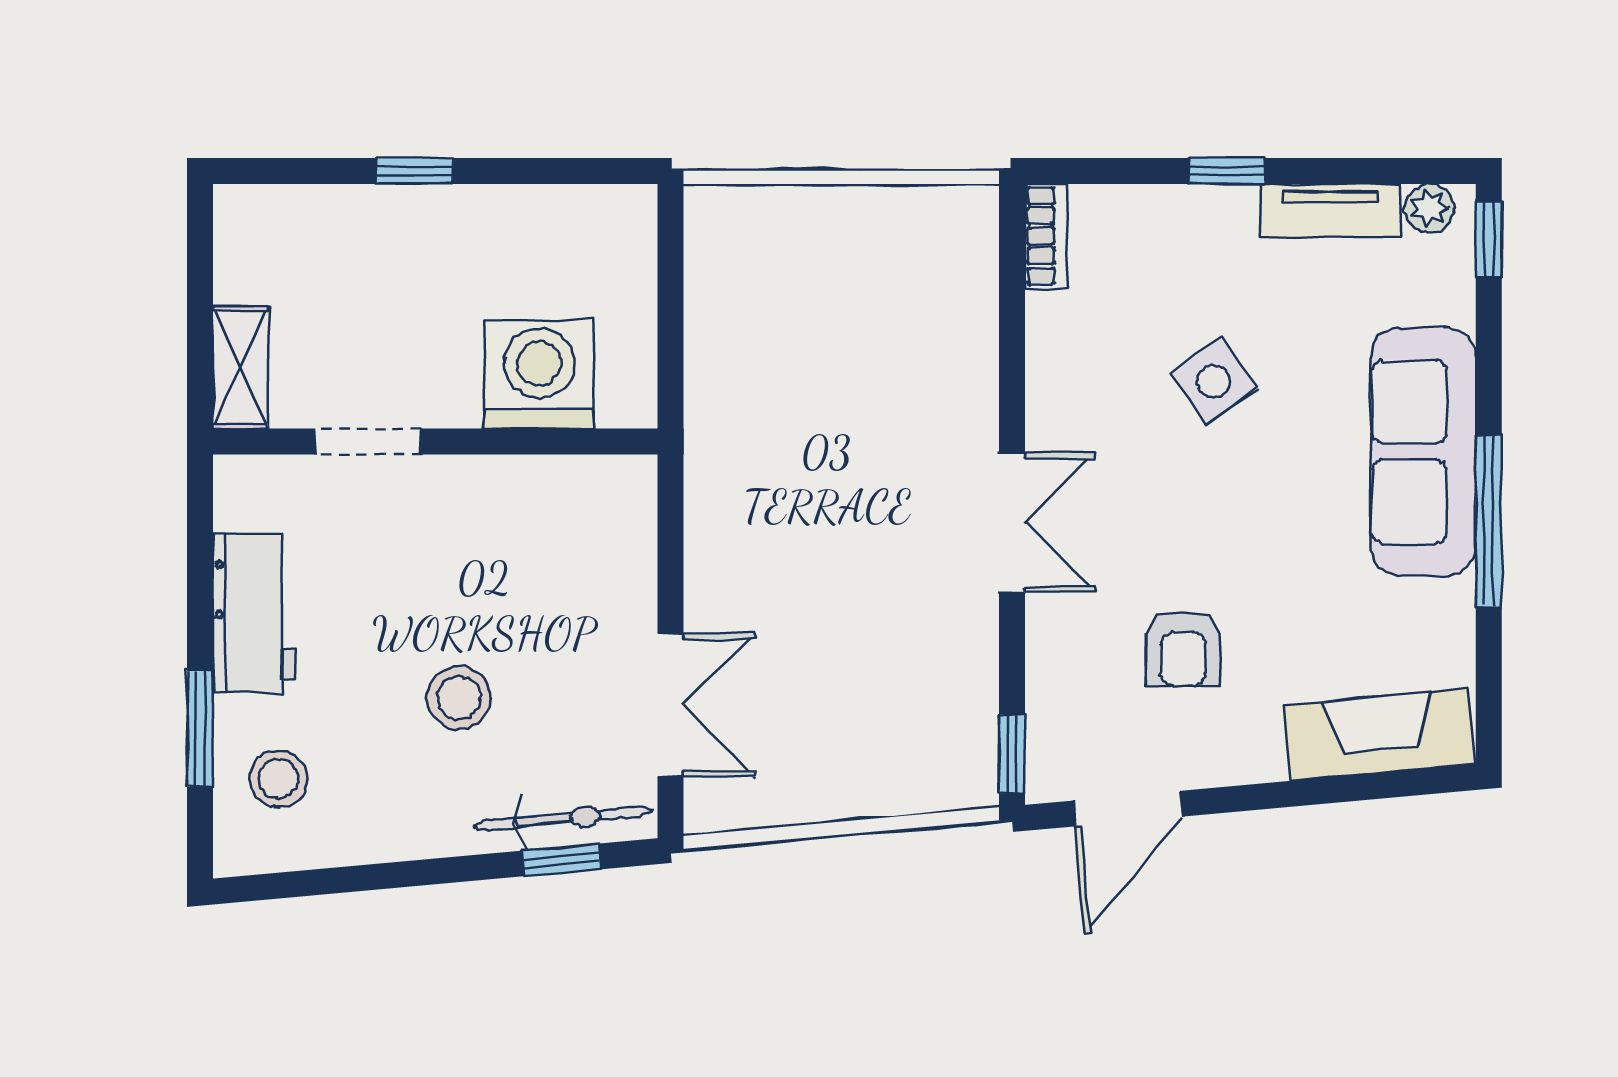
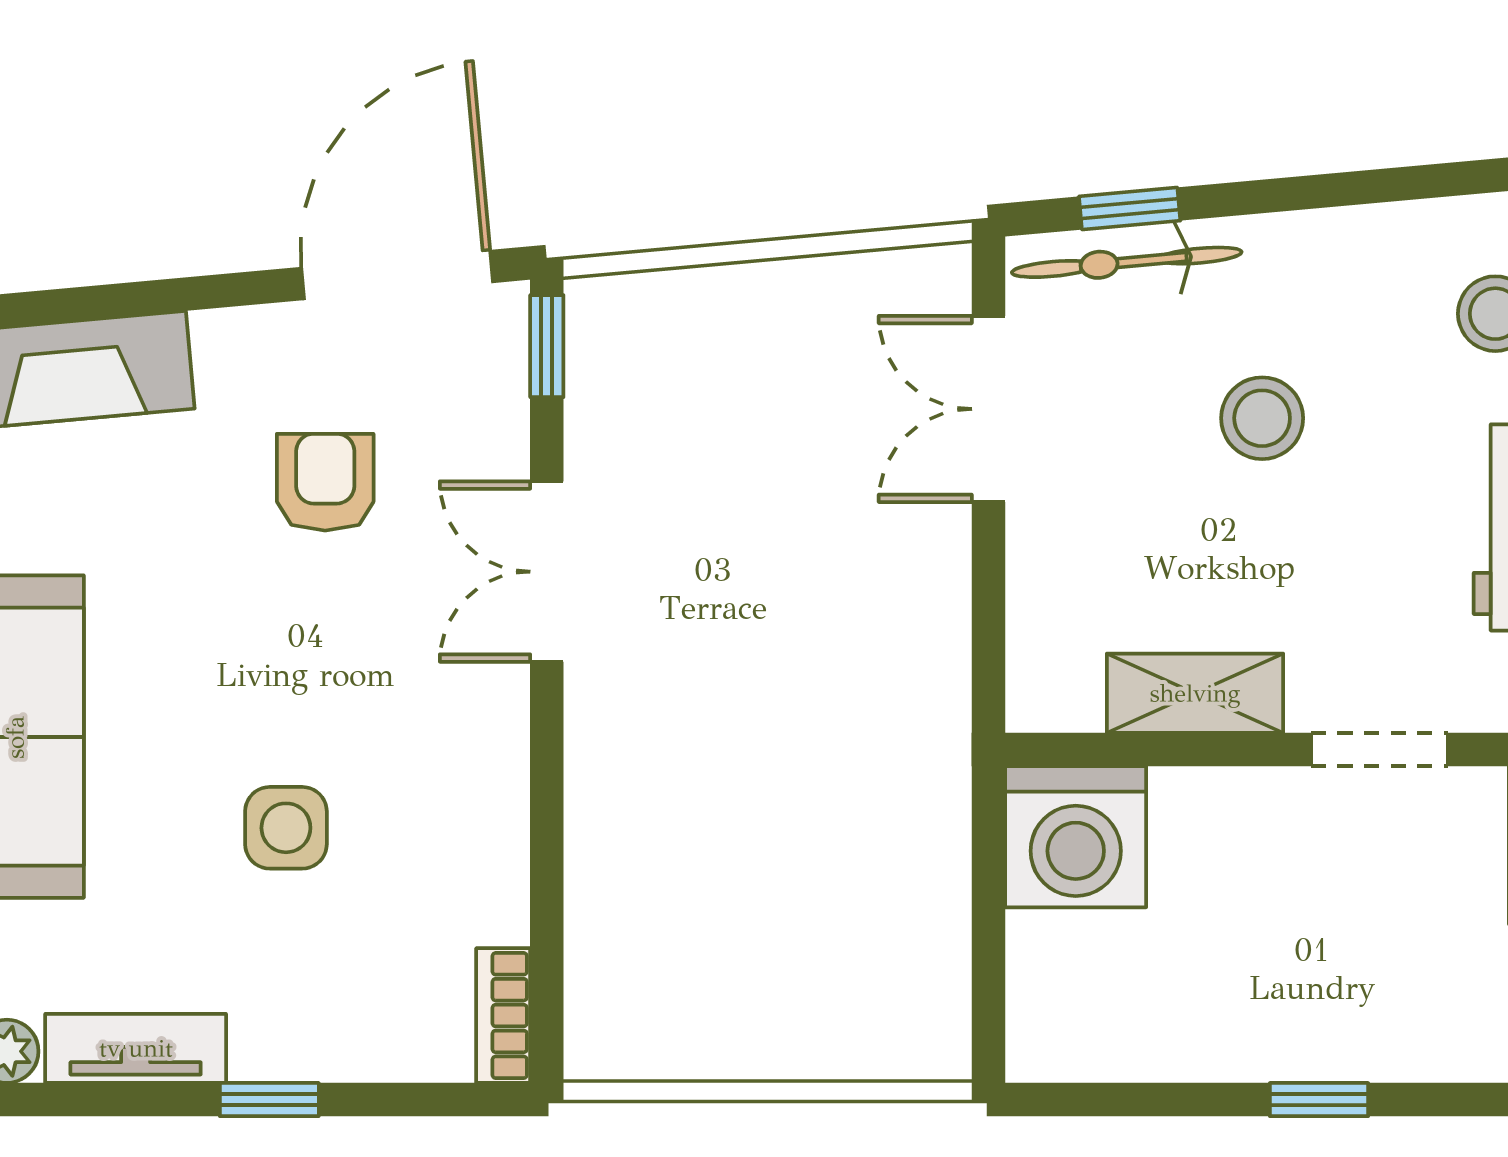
washing machine: (539, 374) -> (1076, 837), moved
side table: (1214, 381) -> (286, 828), turned 35
shelving: (511, 485) -> (1195, 693), added
double door: (1012, 523) -> (547, 572), moved
door: (1128, 809) -> (397, 275), width x1.36

